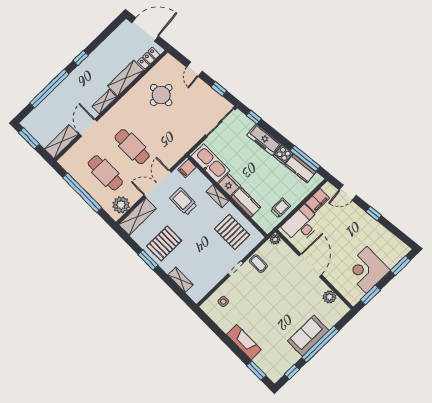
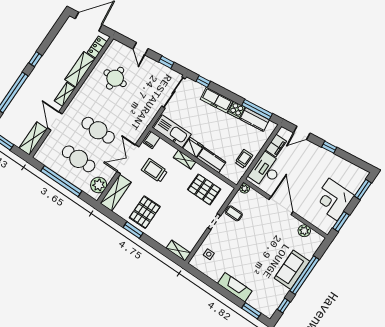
shelving: (180, 280) -> (178, 251), moved

